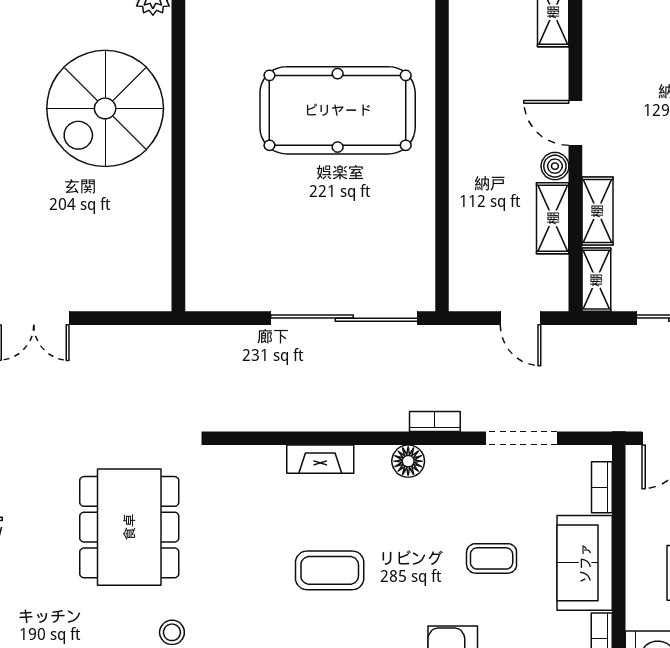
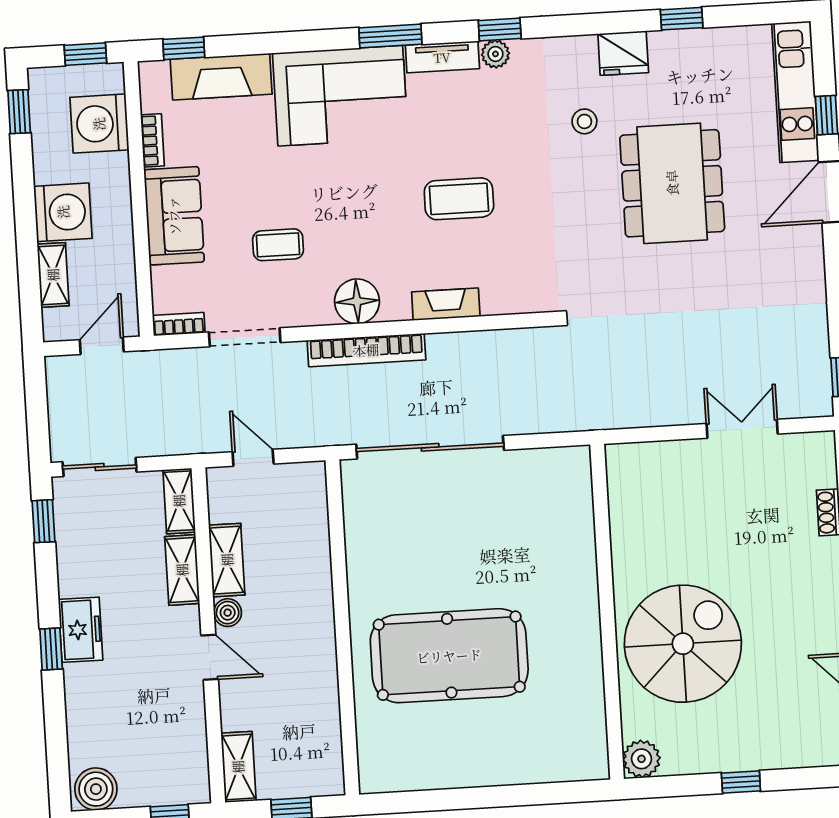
bookcase: (435, 422) -> (366, 350), width x2.31, depth x1.31
floor lamp: (408, 461) -> (357, 301), width x1.38, depth x1.38
bookcase: (602, 487) -> (179, 324), moved, turned -90
dining table: (129, 527) -> (672, 183), moved
coffee table: (492, 558) -> (278, 245), moved
coffee table: (330, 570) -> (459, 199), moved

